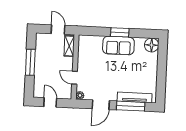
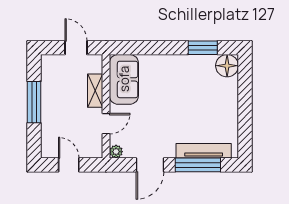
window: (120, 32) -> (203, 48), moved
shelving: (69, 46) -> (95, 91), moved
sofa: (118, 46) -> (124, 79), moved, turned -90
door: (75, 78) -> (106, 124), swing flipped

